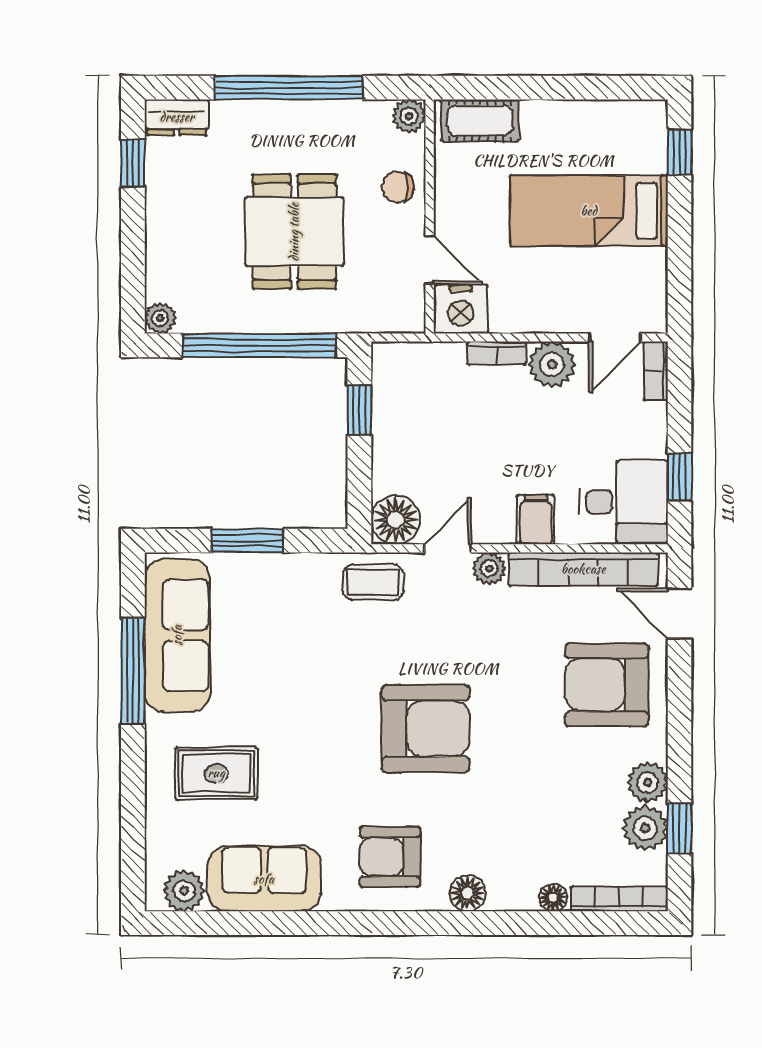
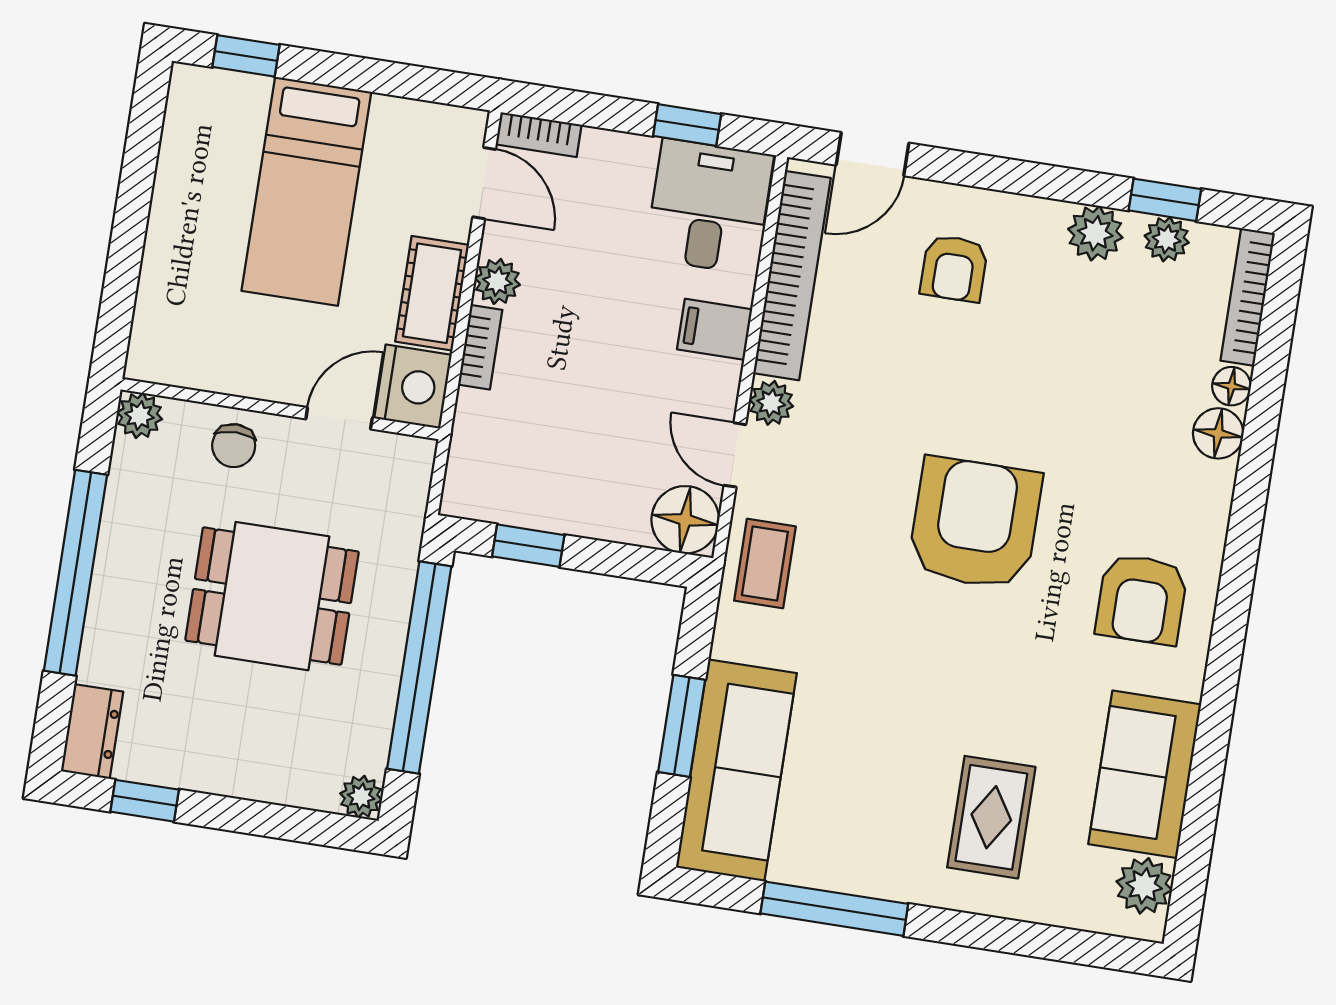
cot: (480, 121) -> (432, 293), moved
plant: (552, 364) -> (497, 281), width x0.73, depth x0.73
sofa: (177, 635) -> (736, 770), moved, turned 90
armchair: (607, 685) -> (954, 268), width x0.53, depth x0.53
plant: (645, 828) -> (1167, 239), width x0.73, depth x0.73
floor lamp: (467, 893) -> (1218, 433), moved

